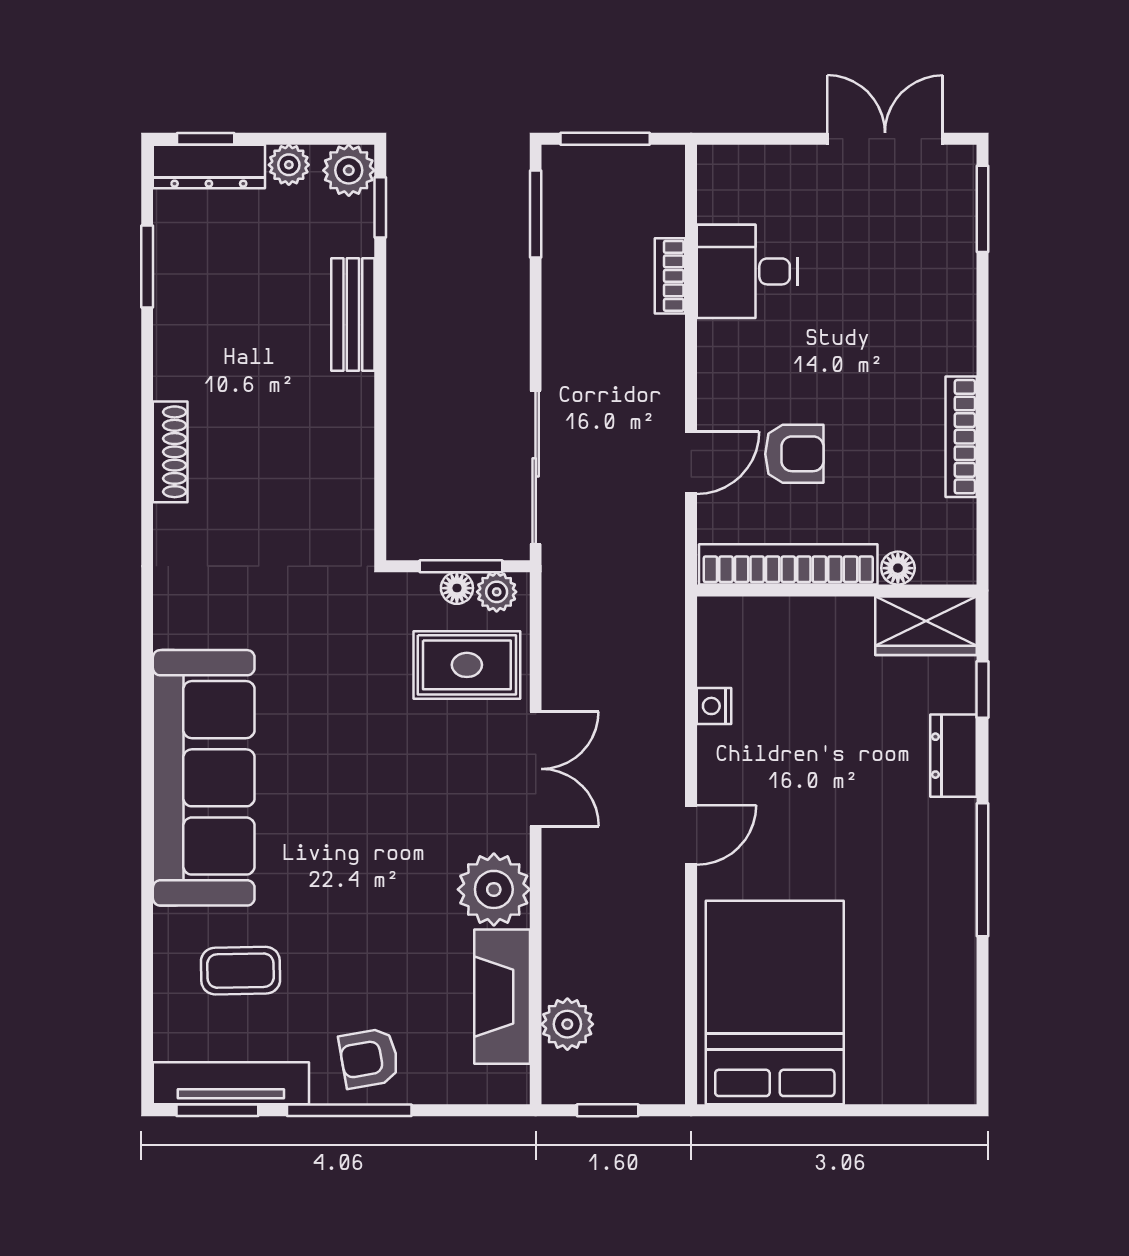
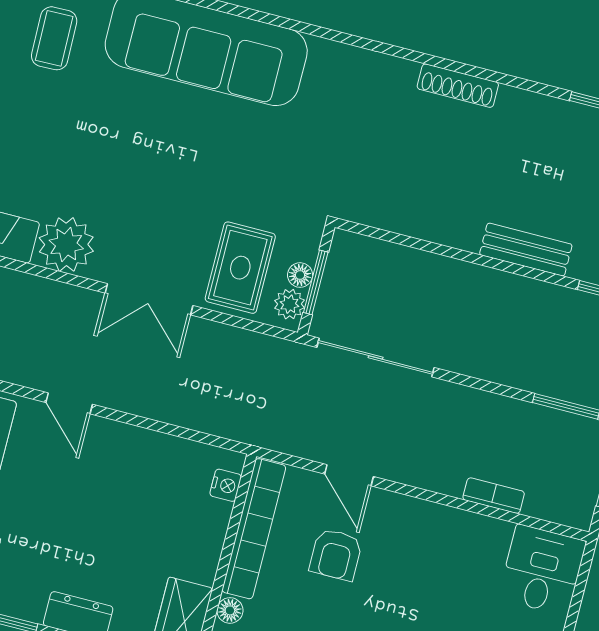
desk: (747, 271) -> (542, 570), moved
nightstand: (714, 706) -> (226, 485), moved, turned 90

